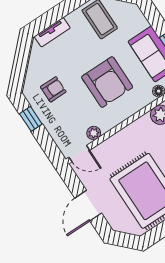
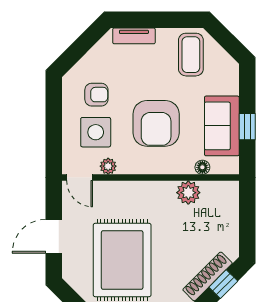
side table: (70, 115) -> (96, 132), added
window: (31, 119) -> (54, 109), removed

